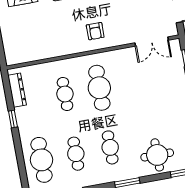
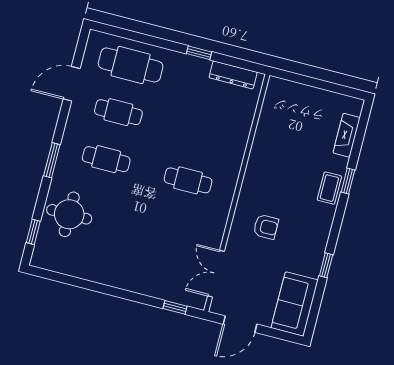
armchair: (95, 31) -> (266, 227), moved, turned 180
cafe table: (99, 88) -> (188, 180), width x0.73, depth x0.74
cafe table: (65, 94) -> (200, 133), removed

